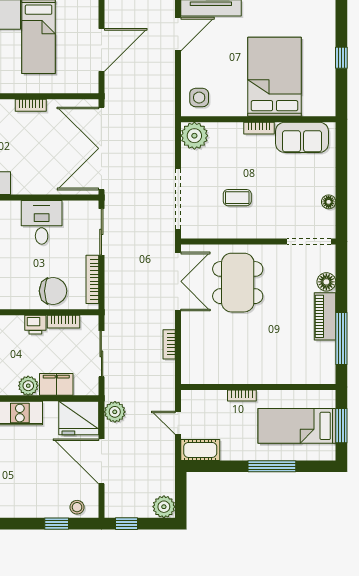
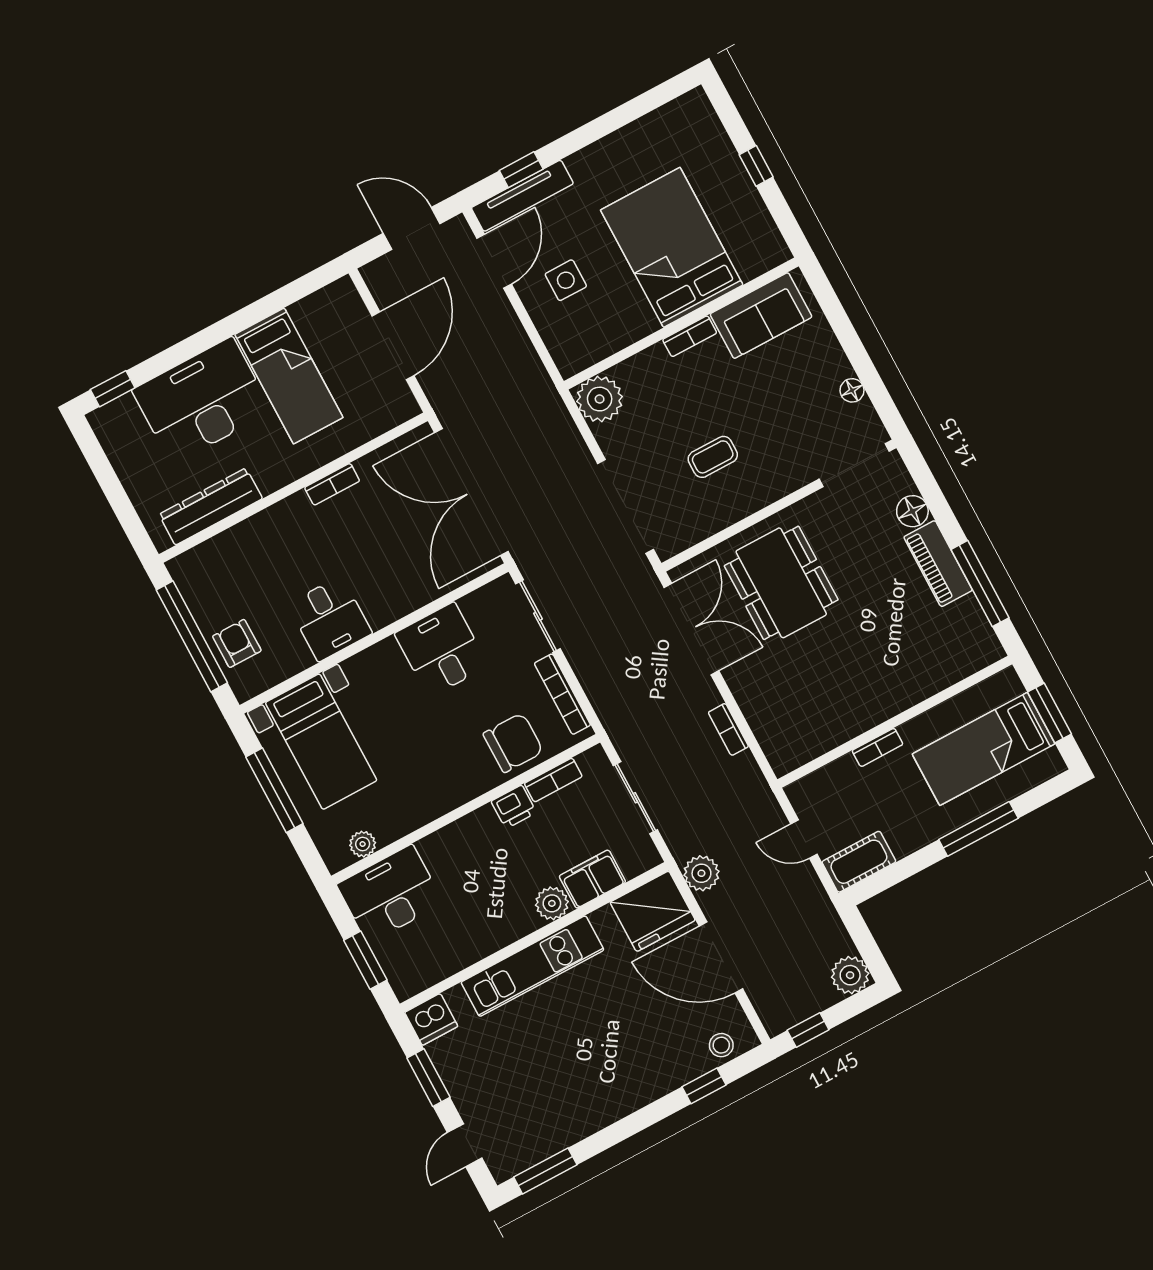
side table: (199, 98) -> (566, 280), moved

